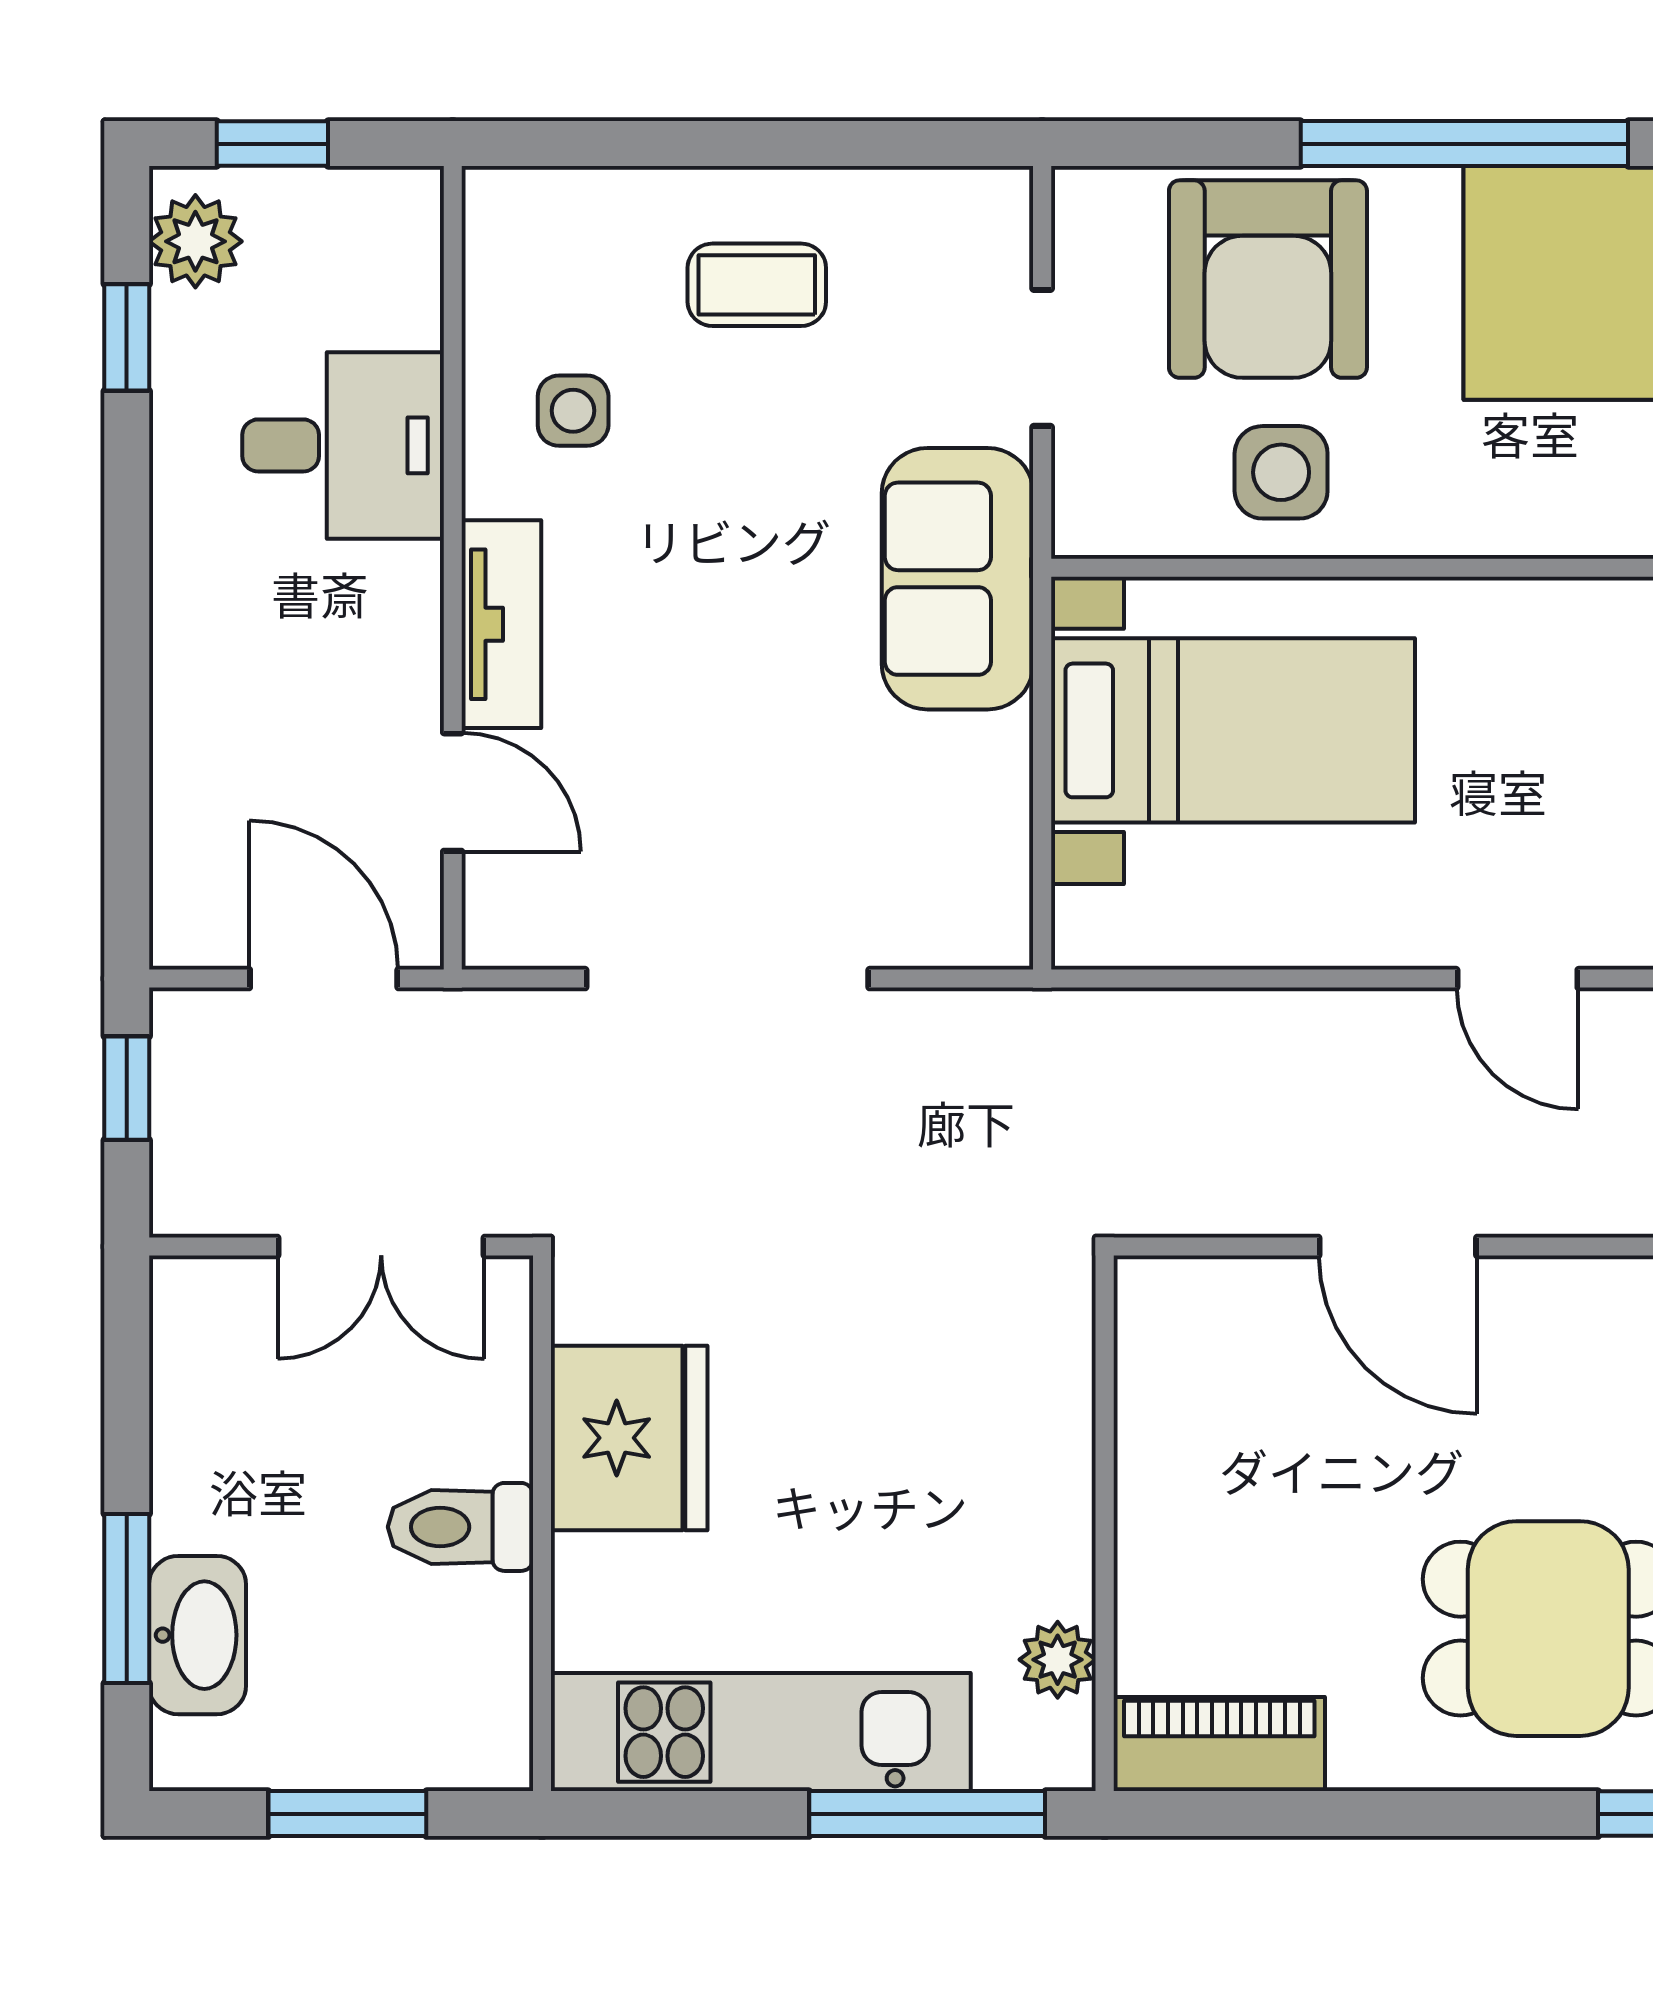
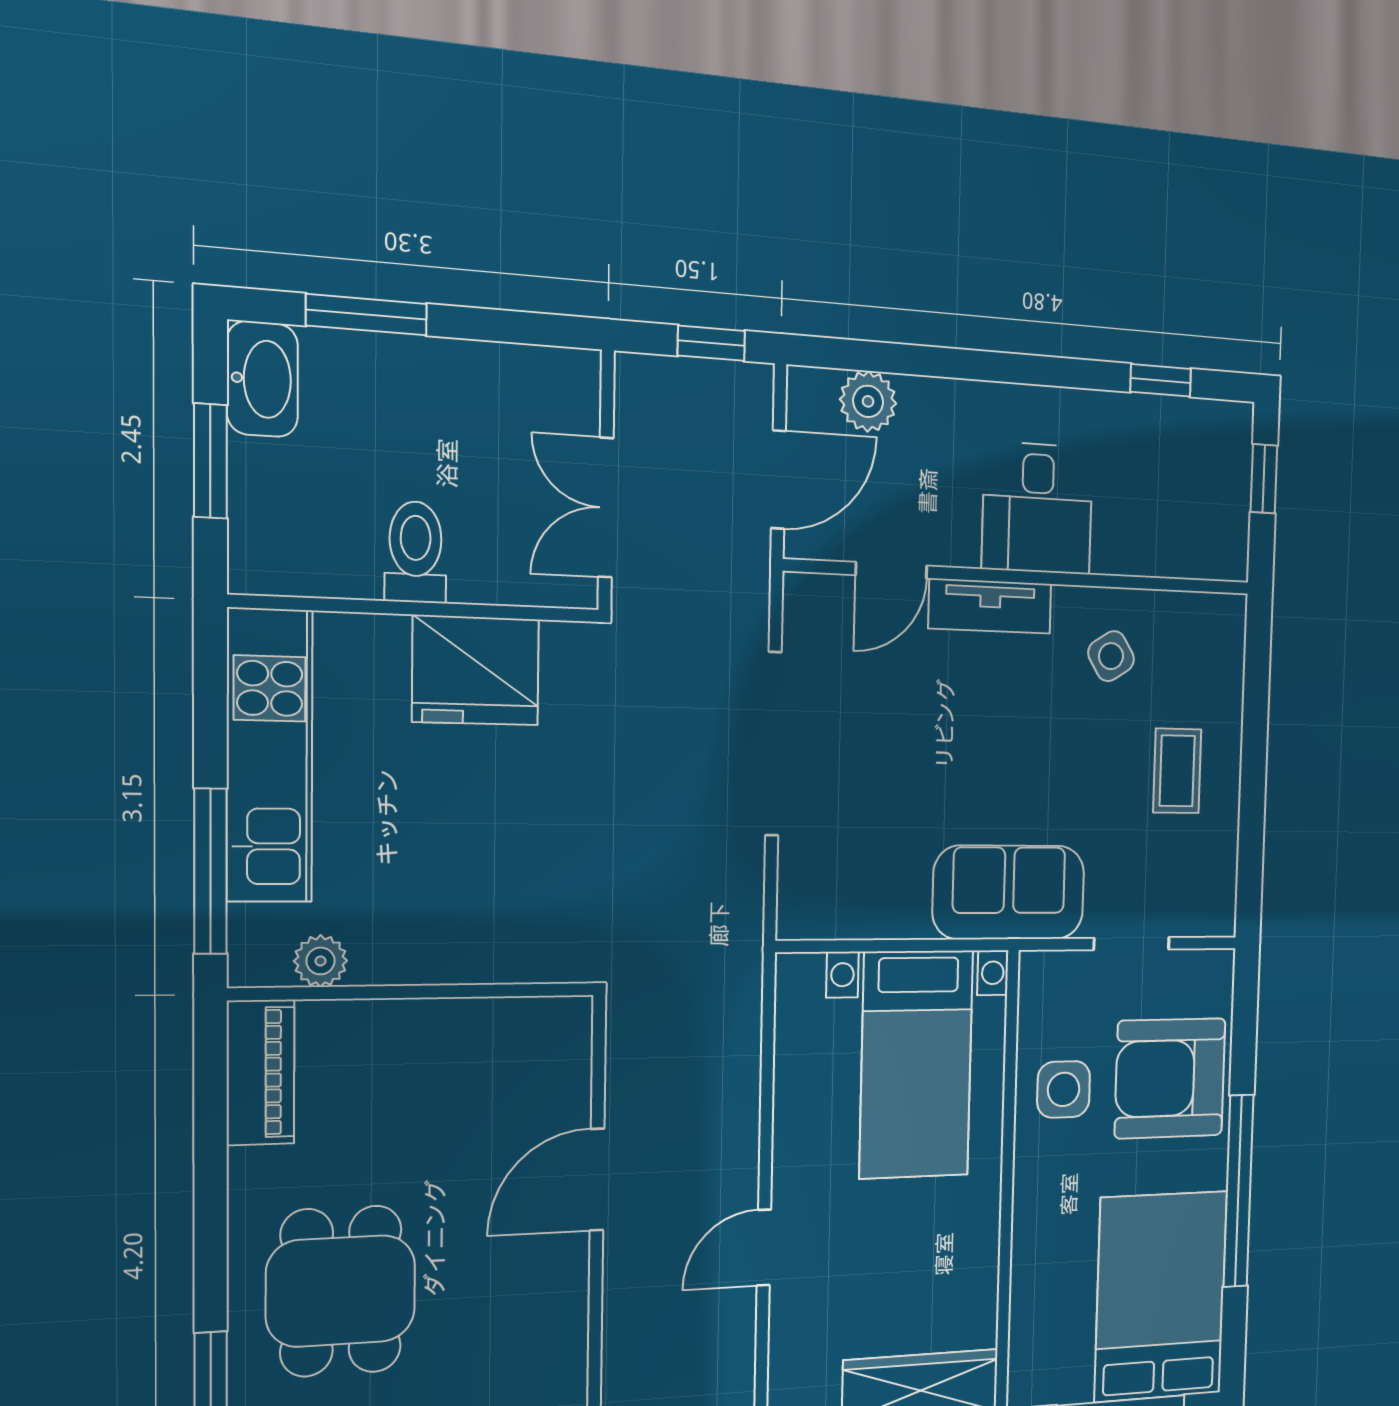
plant: (195, 241) -> (868, 401), moved
side table: (573, 411) -> (1111, 656), turned -32
desk: (343, 445) -> (1037, 508), moved
washbasin: (197, 1635) -> (262, 379), moved, turned -90

